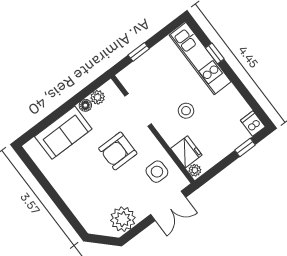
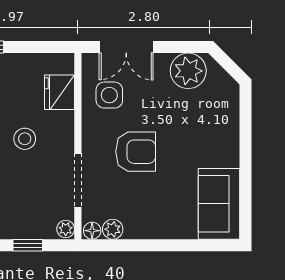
floor lamp: (85, 105) -> (92, 231), moved
sofa: (63, 133) -> (219, 204), moved, turned -90
plant: (195, 170) -> (66, 229), moved
double door: (168, 206) -> (126, 47), swing flipped

